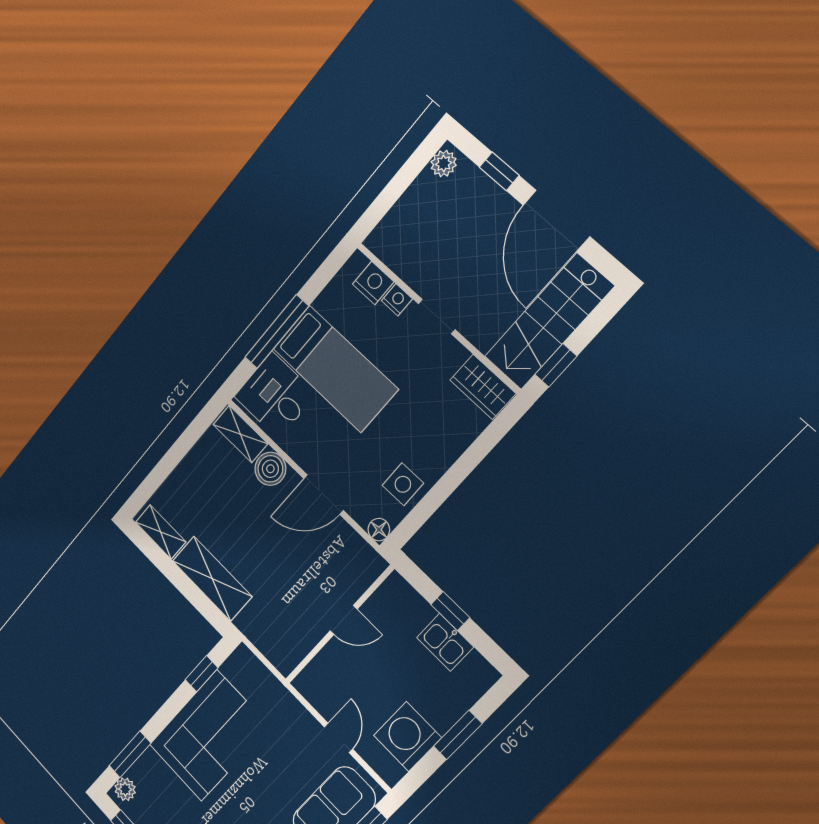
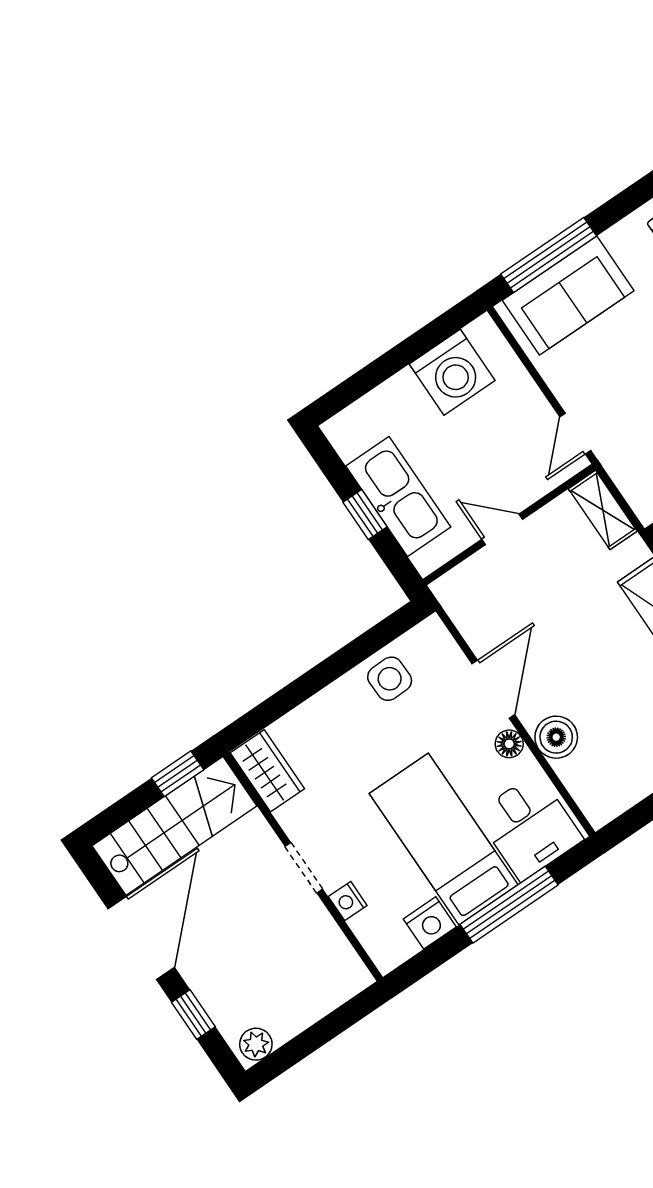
nightstand: (373, 283) -> (430, 923), moved, turned -90
shelving: (240, 434) -> (603, 510), moved
door: (323, 494) -> (493, 689), hinge flipped
floor lamp: (379, 530) -> (509, 744), moved
kitchen sink: (445, 642) -> (398, 496), width x1.88, depth x1.24
window: (458, 735) -> (389, 364), removed
door: (338, 738) -> (575, 434), moved

